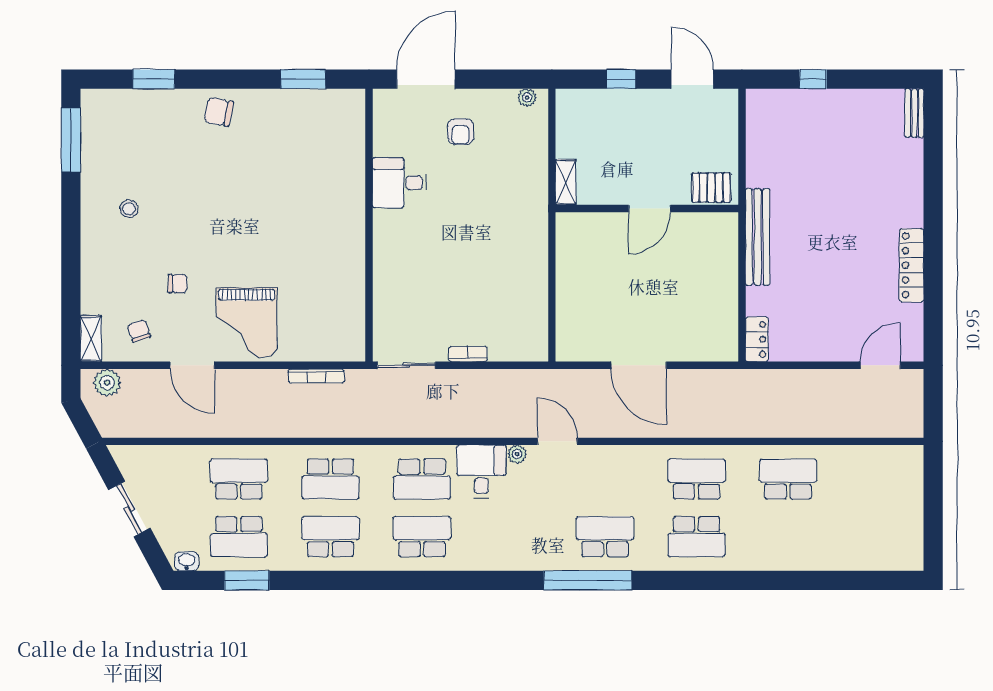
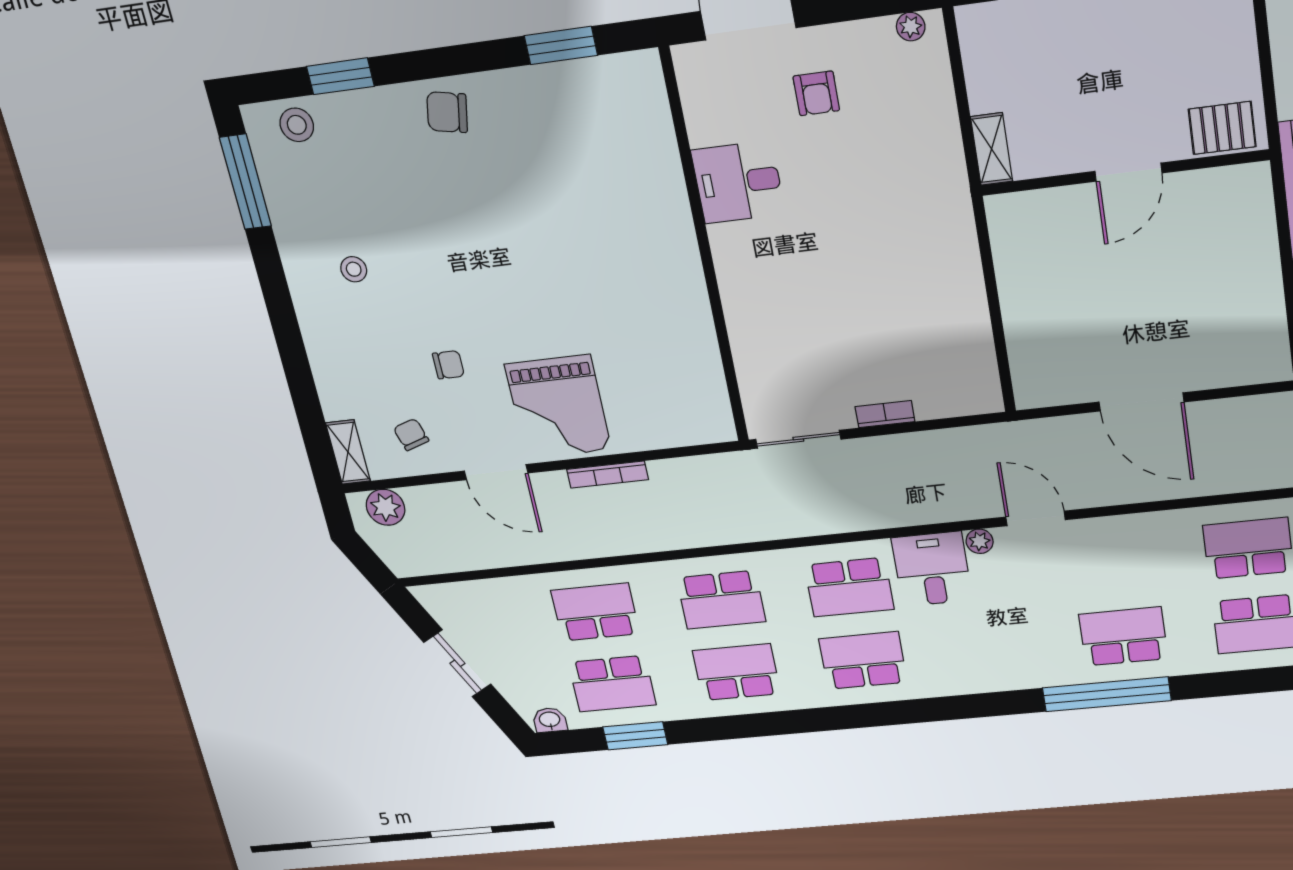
stool: (116, 107) -> (297, 125), added
bookcase: (316, 376) -> (607, 474), moved

